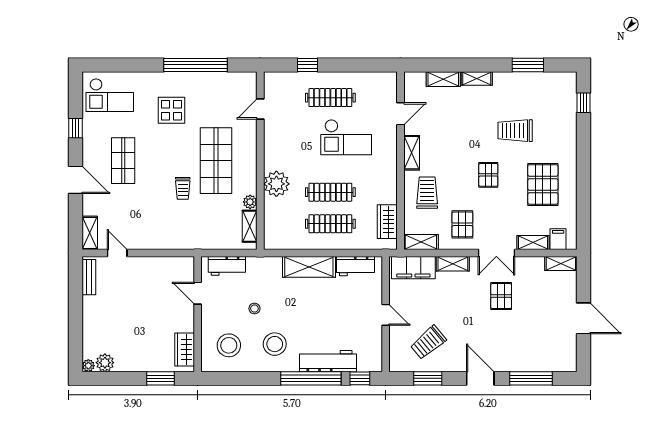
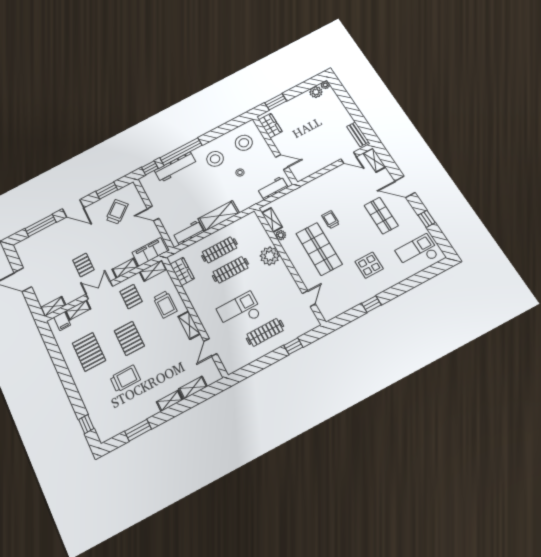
window: (195, 65) -> (371, 304), width x0.32
pallet: (488, 175) -> (129, 338), width x1.50, depth x1.42

